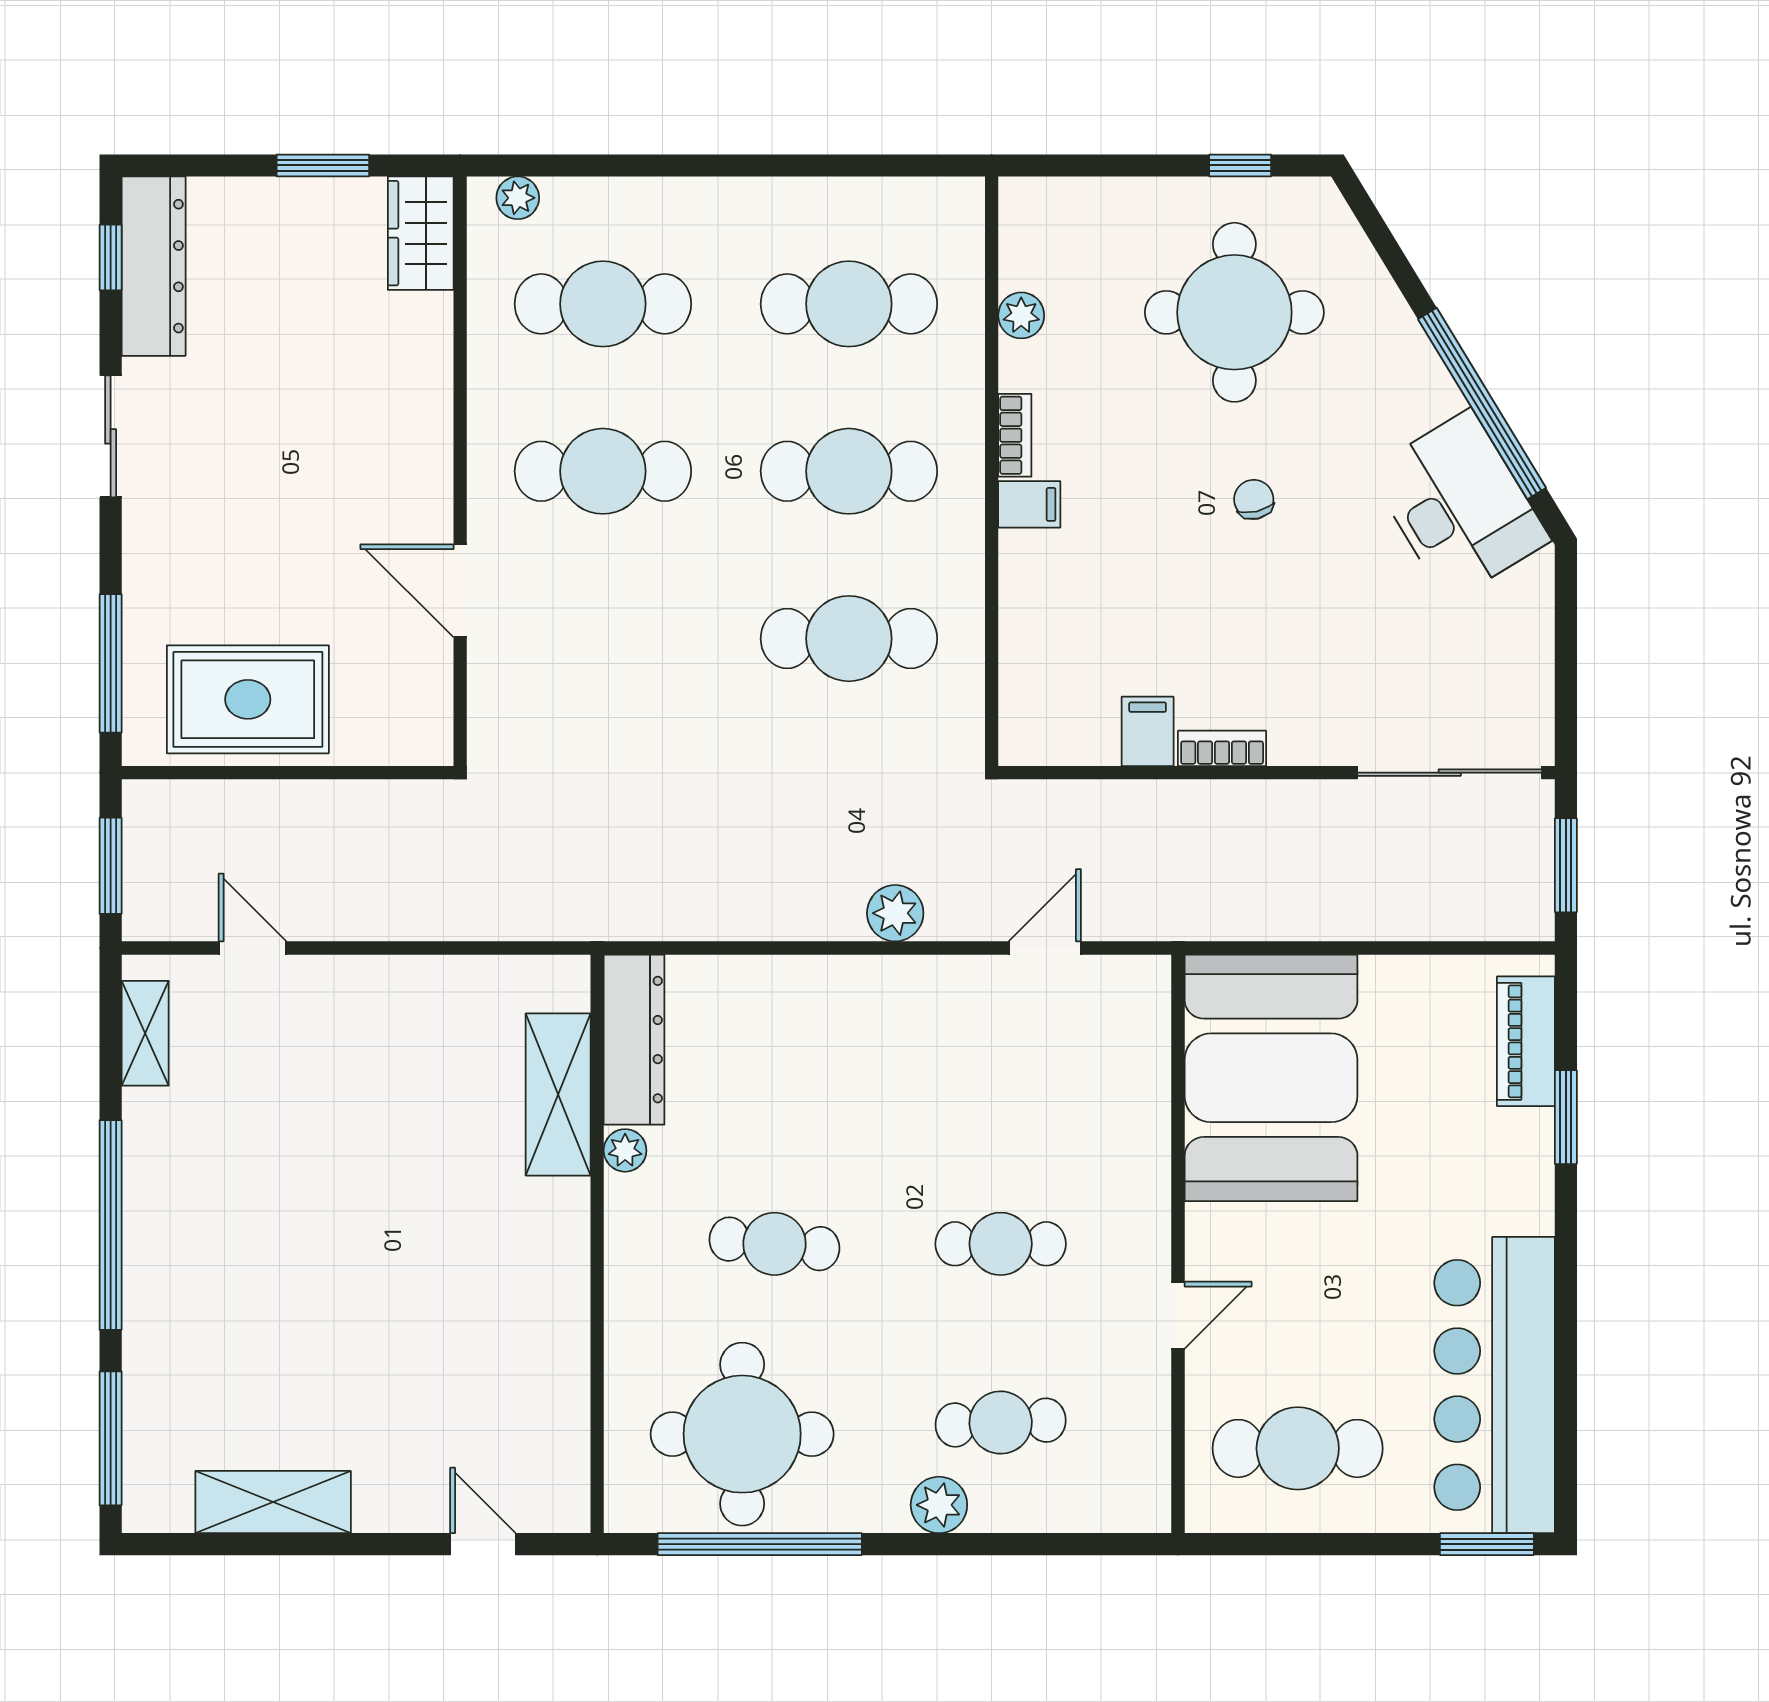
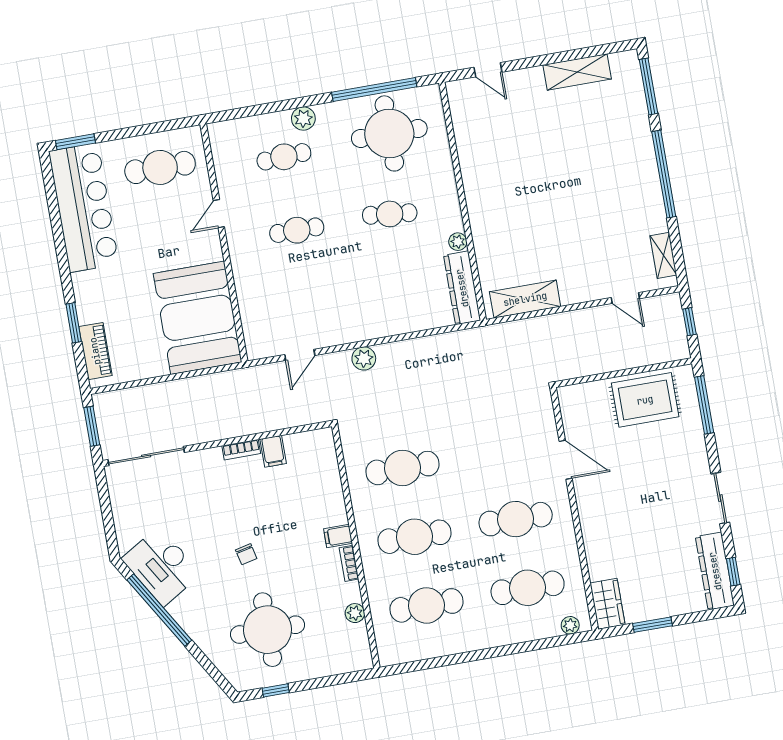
window: (111, 866) -> (690, 322), width x0.67
shelving: (558, 1094) -> (525, 299), moved, turned 90

